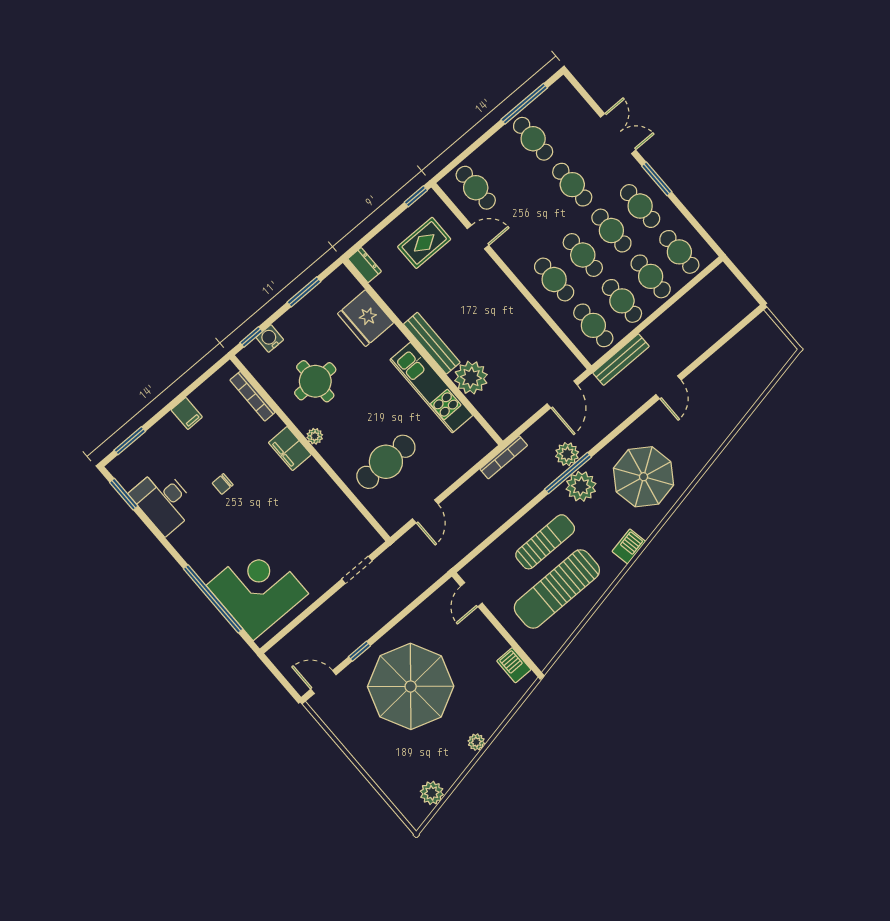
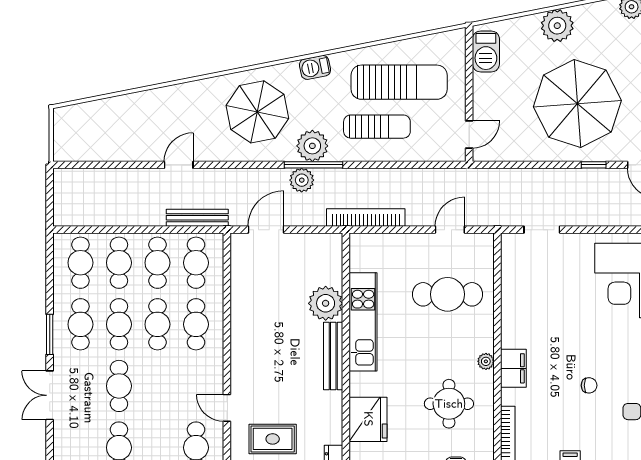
bookcase: (504, 457) -> (366, 218), width x1.48, depth x1.31
sun lounger: (545, 542) -> (377, 127), turned 180
barbecue: (514, 665) -> (486, 51), width x1.38, depth x1.27
plant: (476, 742) -> (557, 26), width x1.88, depth x1.88

